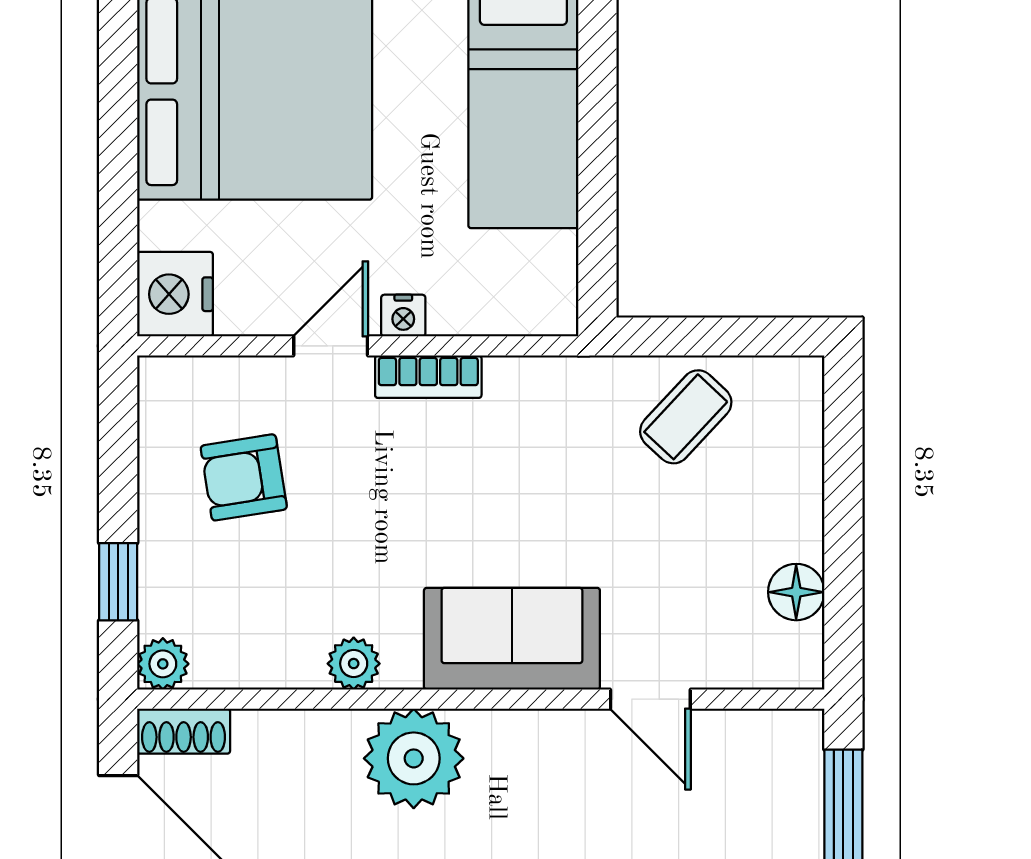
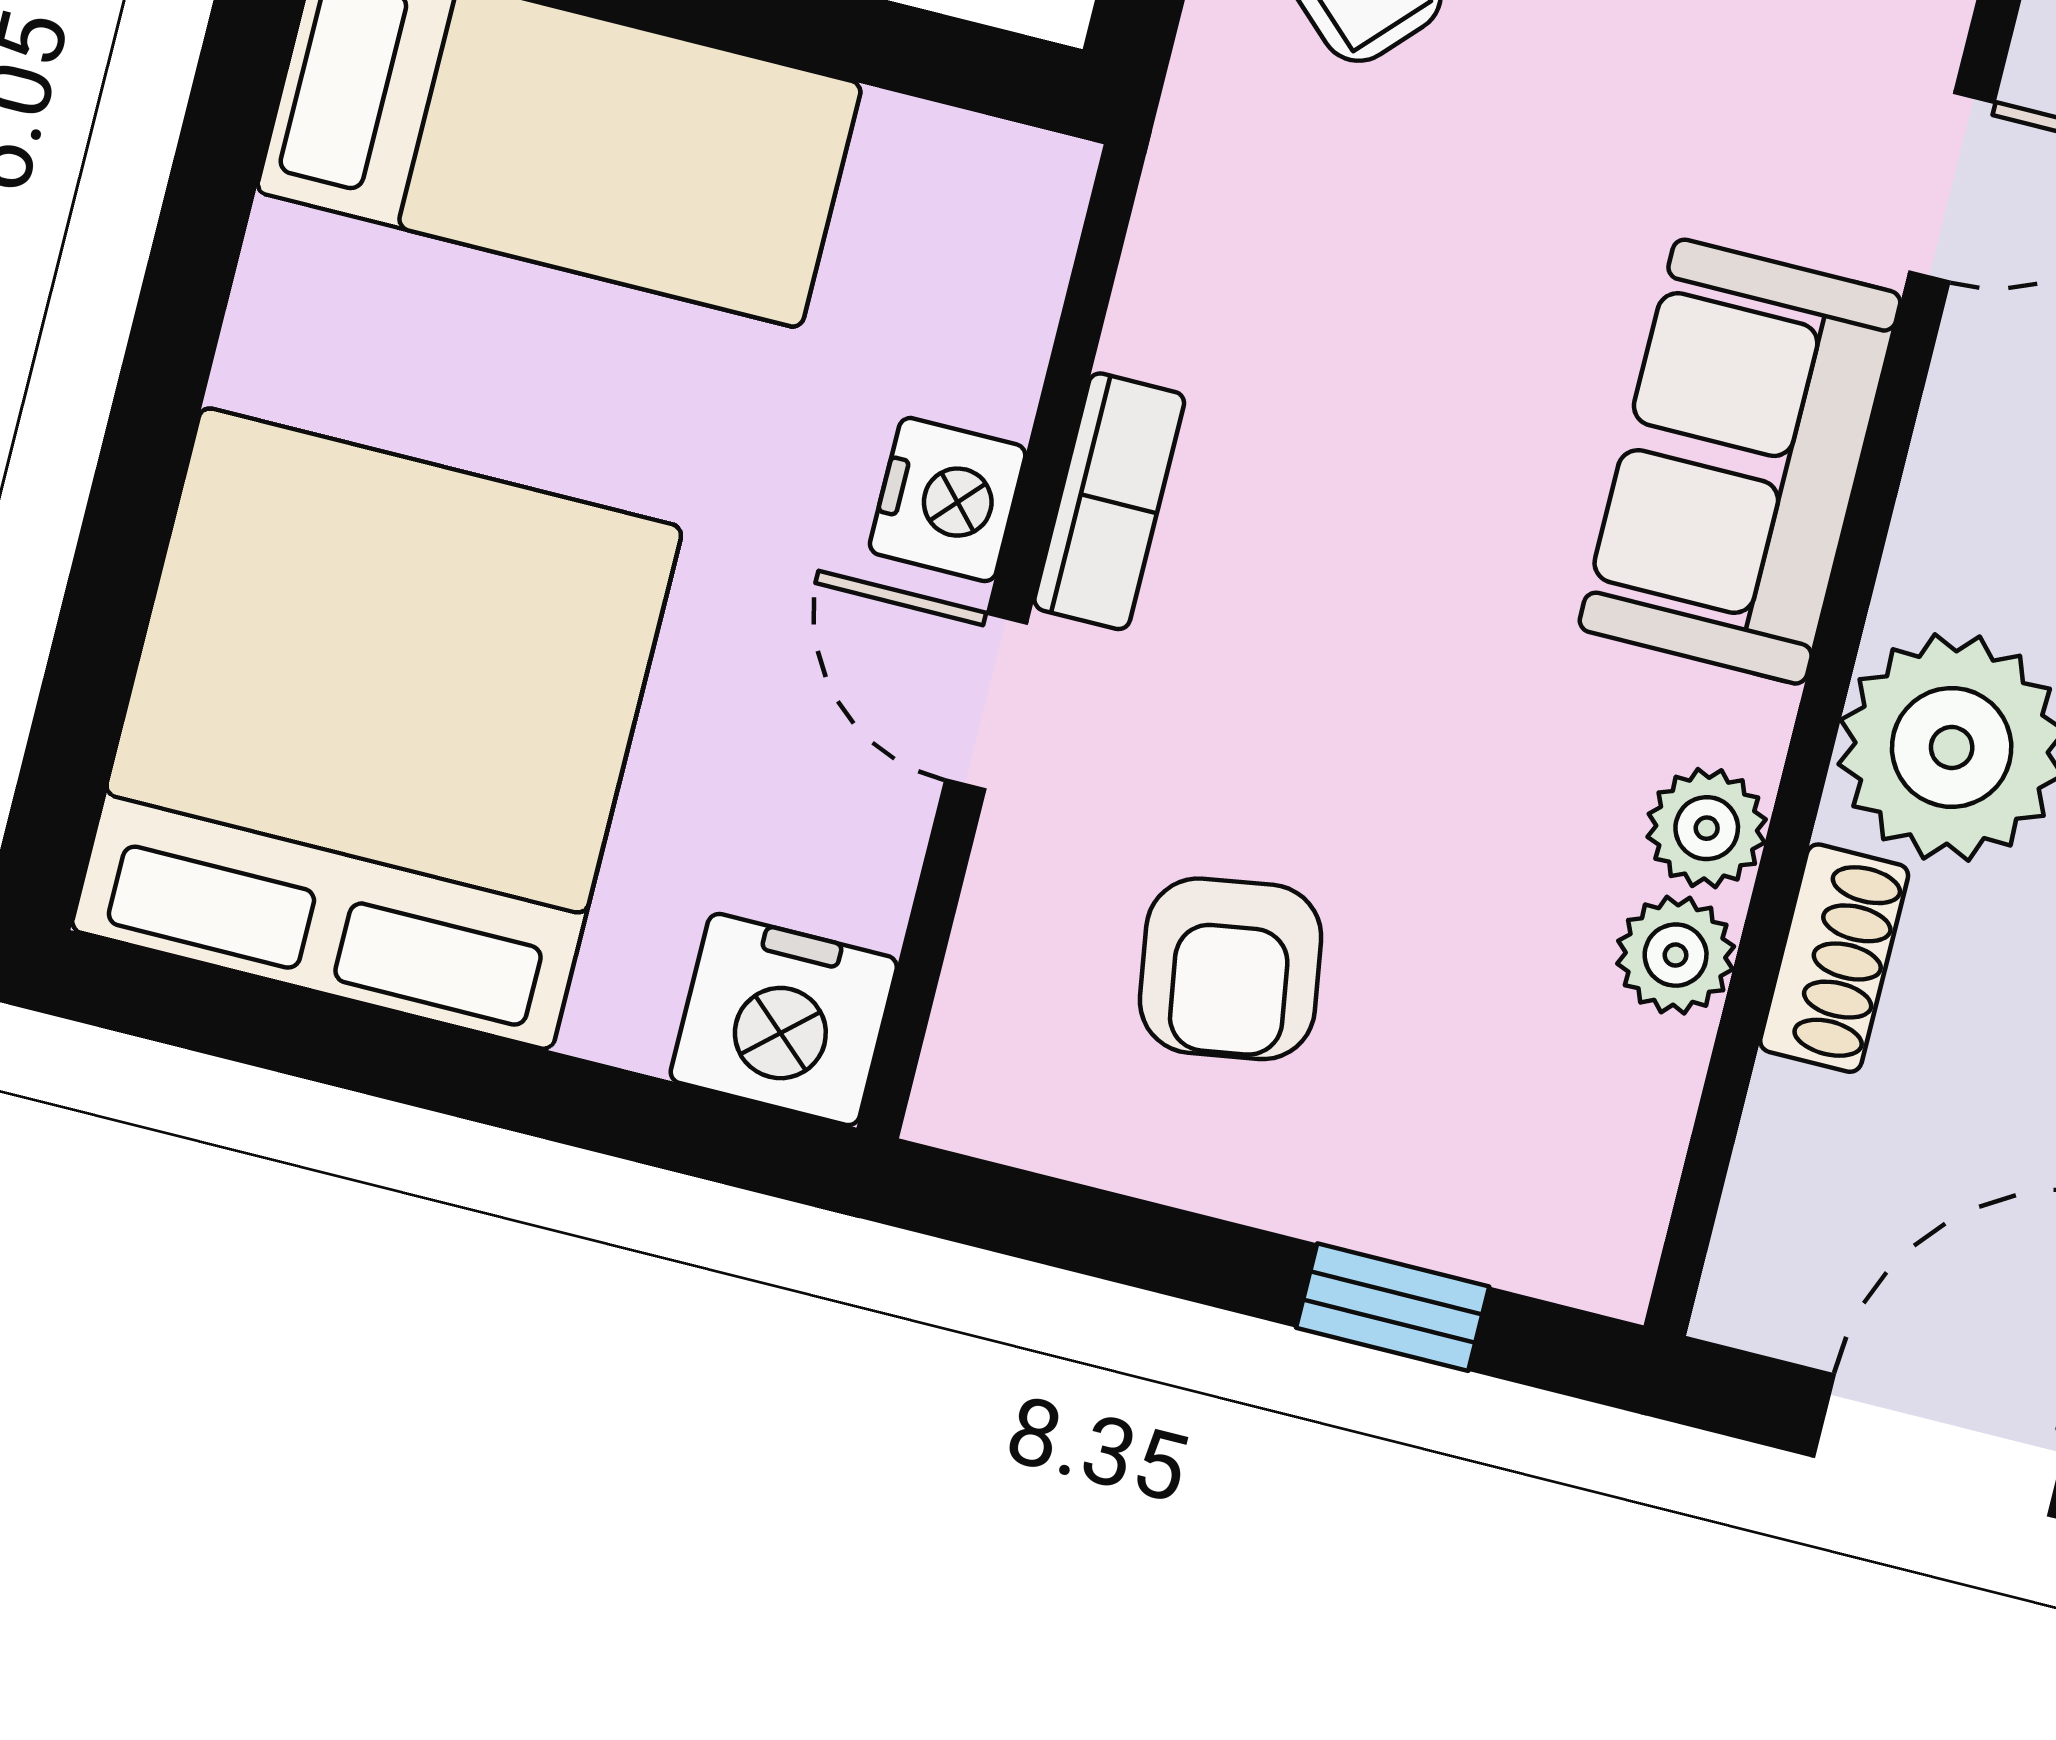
nightstand: (403, 316) -> (948, 500), width x1.39, depth x1.35
plant: (163, 664) -> (1676, 955), moved
shoe rack: (184, 731) -> (1834, 958), moved

